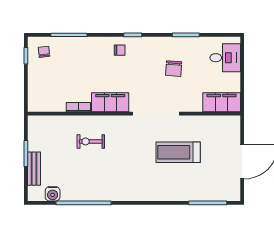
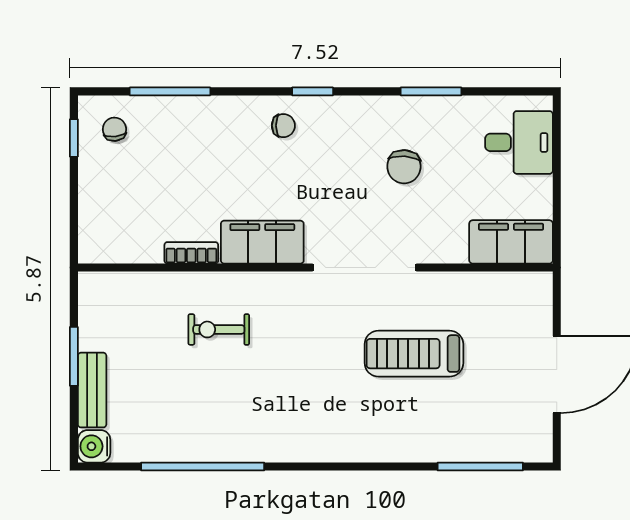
water cooler: (53, 194) -> (94, 446), moved, turned 90

